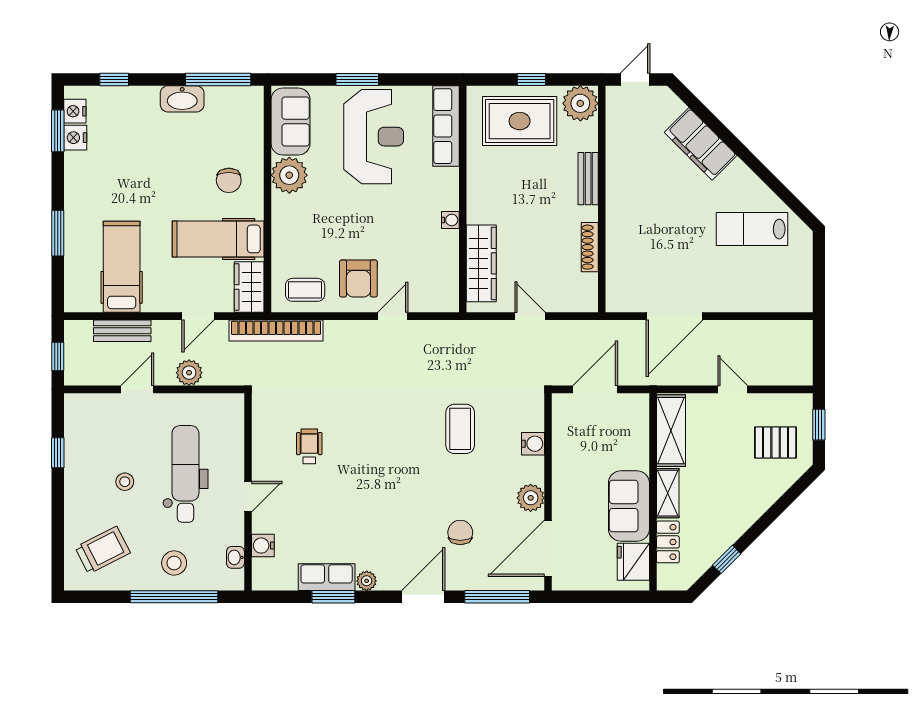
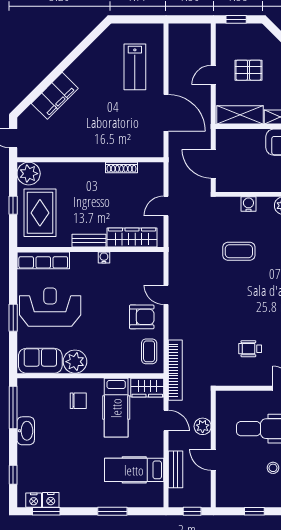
bench: (588, 179) -> (89, 241), moved
lab bench: (752, 229) -> (135, 67), moved
pallet: (776, 442) -> (249, 70), moved, turned 90

